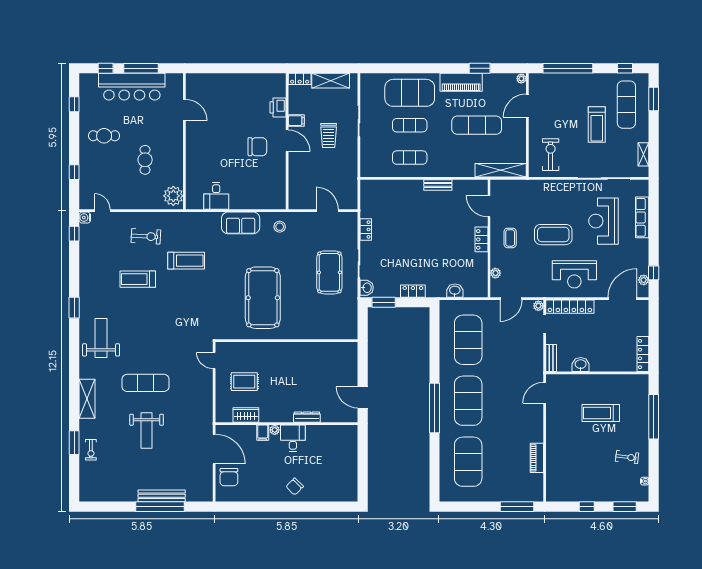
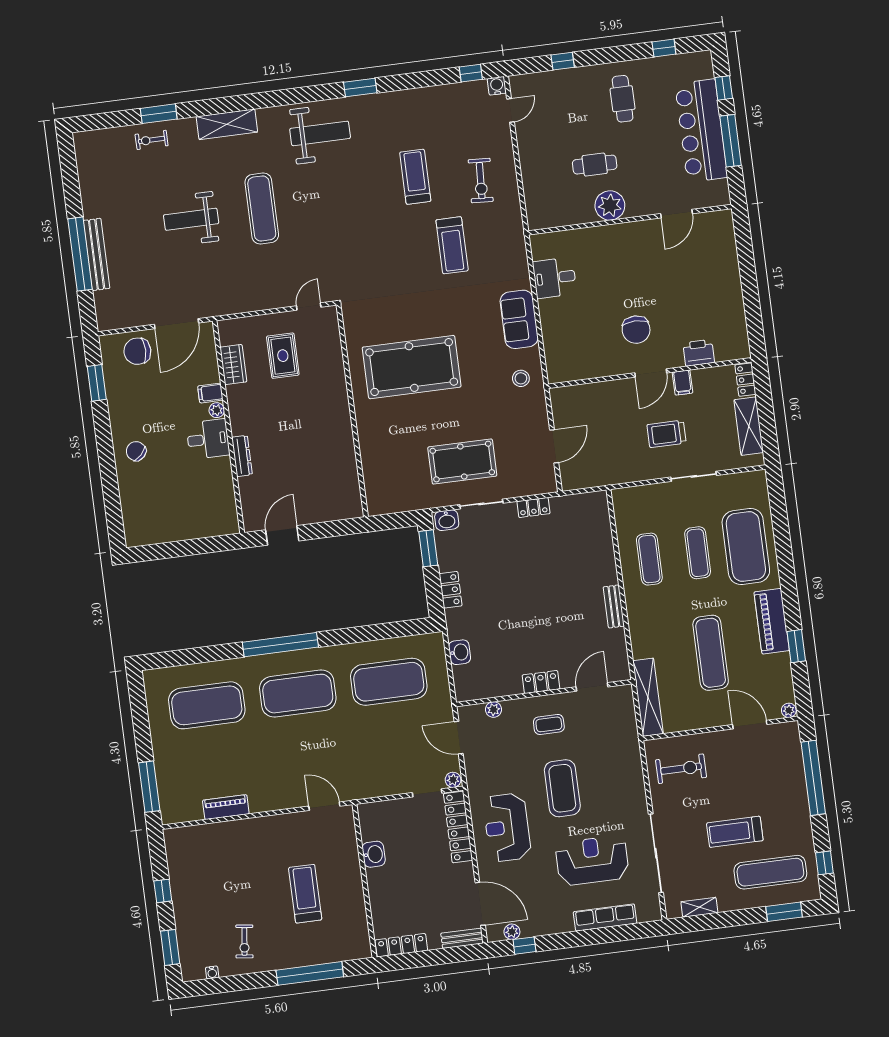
plant: (173, 196) -> (610, 205), moved
bench: (551, 358) -> (462, 938), moved
window: (246, 507) -> (97, 383), added

